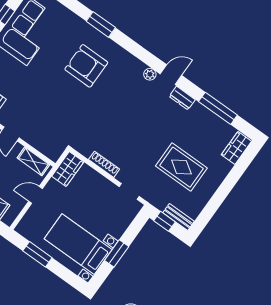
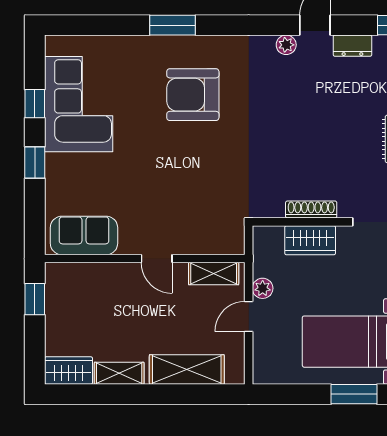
wardrobe: (68, 169) -> (310, 240), moved, turned 90
plant: (52, 186) -> (263, 288), added
window: (37, 254) -> (354, 394), moved

